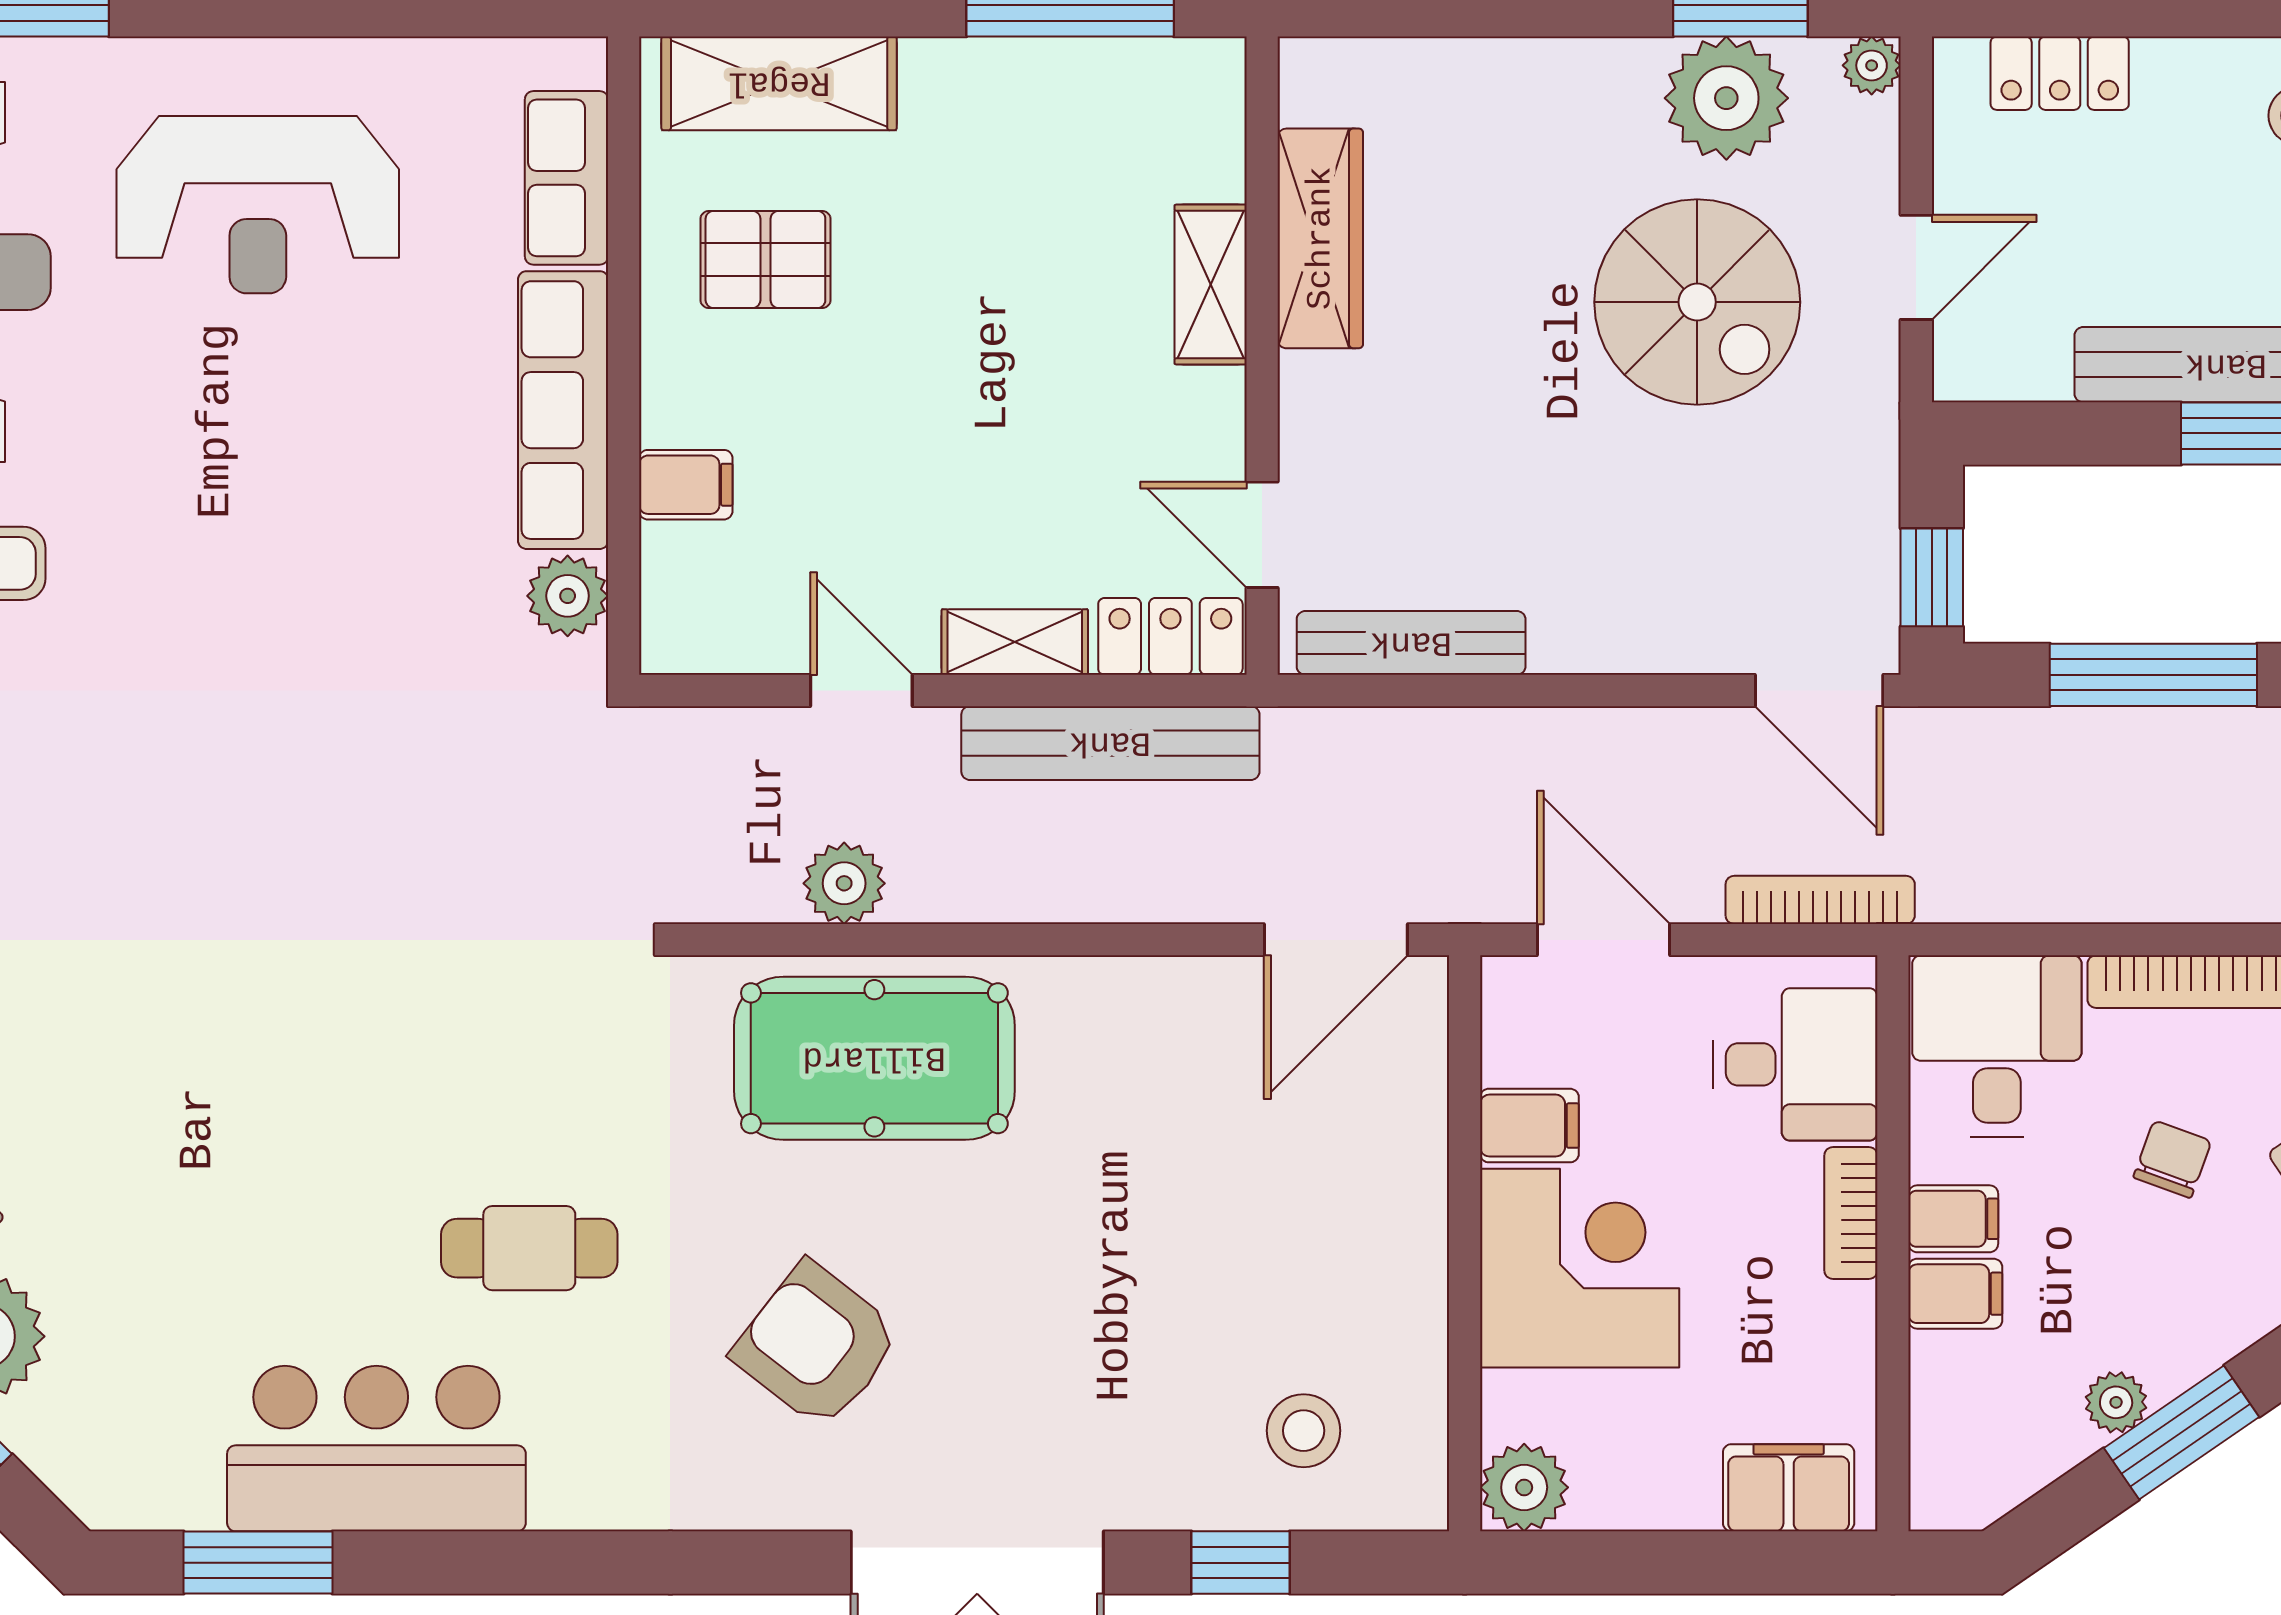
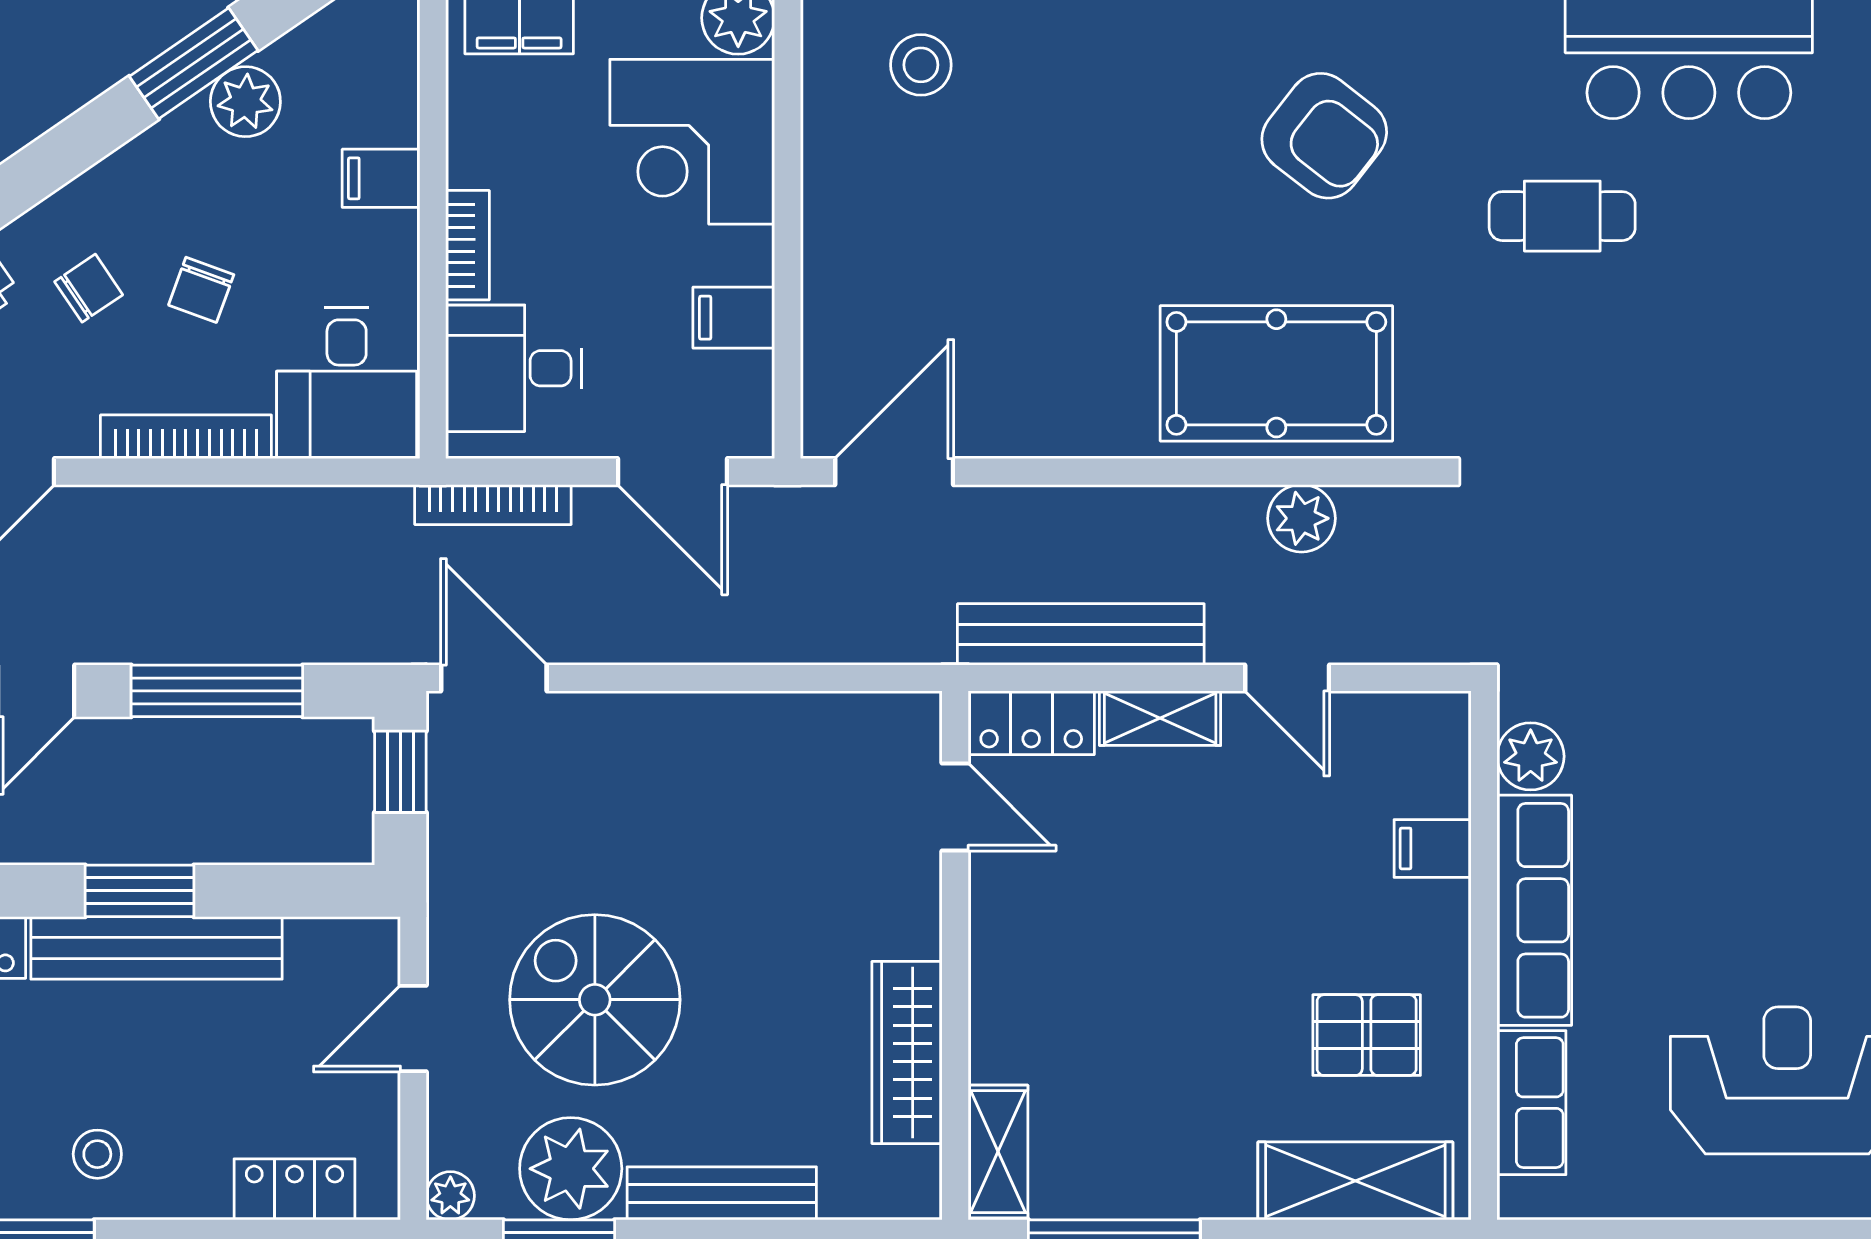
shelving: (1211, 285) -> (998, 1152), moved
bench: (1411, 643) -> (722, 1193), moved
filing cabinet: (1953, 1219) -> (383, 240), removed
corner desk: (1580, 1268) -> (692, 142), moved
plant: (2116, 1402) -> (245, 102), width x1.38, depth x1.38

